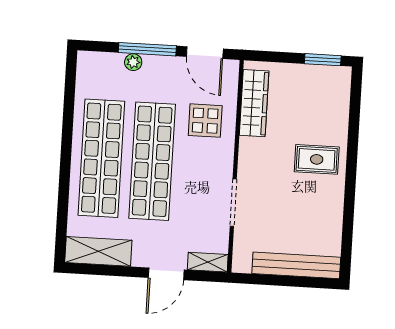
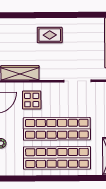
rug: (317, 159) -> (50, 35), turned 90

